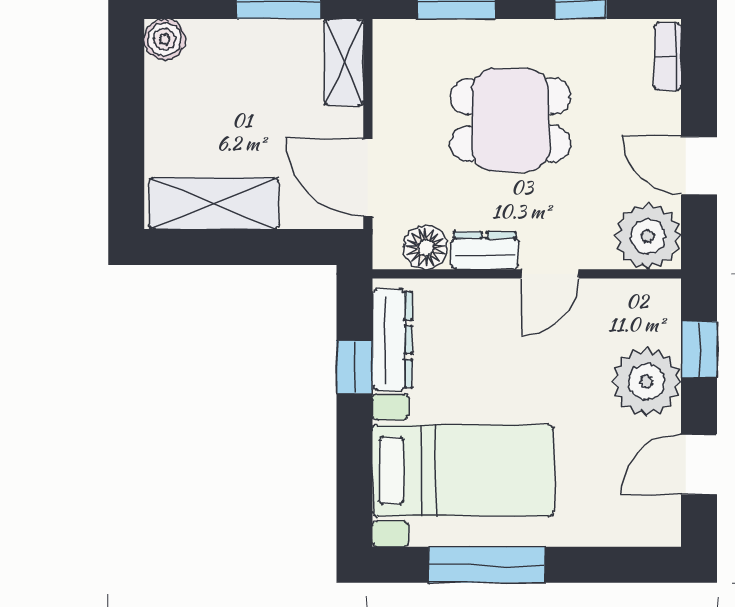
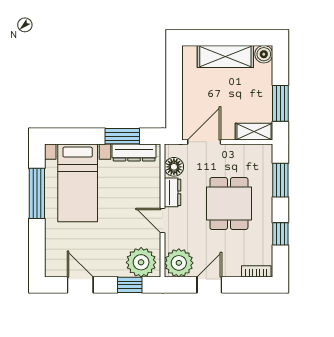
shelving: (214, 203) -> (225, 56), moved, turned 90
window: (354, 367) -> (122, 136), width x1.50
plant: (647, 382) -> (141, 262), moved

